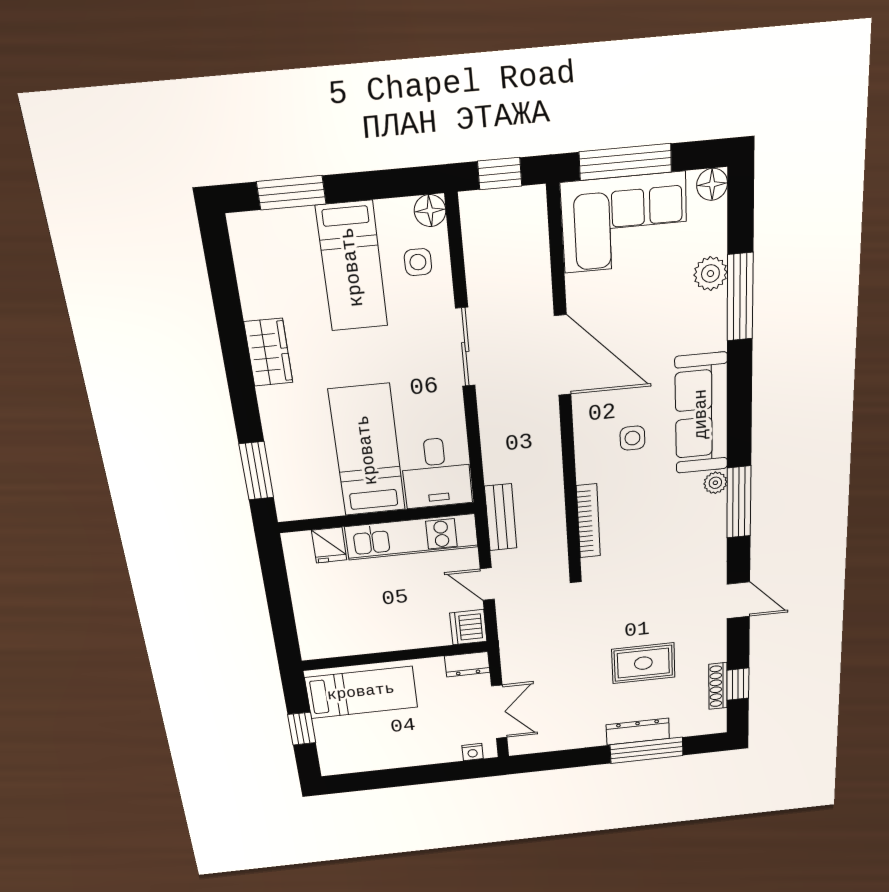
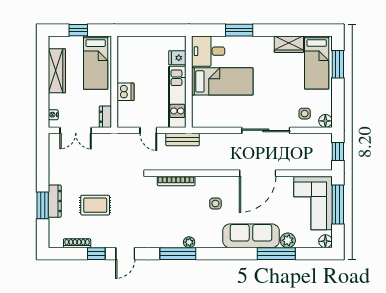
bed: (352, 267) -> (317, 63), moved, turned -90
sliding door: (465, 347) -> (266, 130), width x1.37
wardrobe: (268, 352) -> (289, 44), moved
sofa: (701, 414) -> (251, 236), moved
window: (256, 471) -> (239, 30), moved
desk: (436, 473) -> (208, 51), moved
door: (487, 584) -> (148, 130), swing flipped
dishwasher: (468, 627) -> (126, 92), moved, turned 90
rug: (643, 663) -> (95, 205), turned 90
window: (738, 684) -> (96, 254), moved
window: (647, 750) -> (43, 205), width x0.69
wardrobe: (387, 755) -> (57, 71), added

